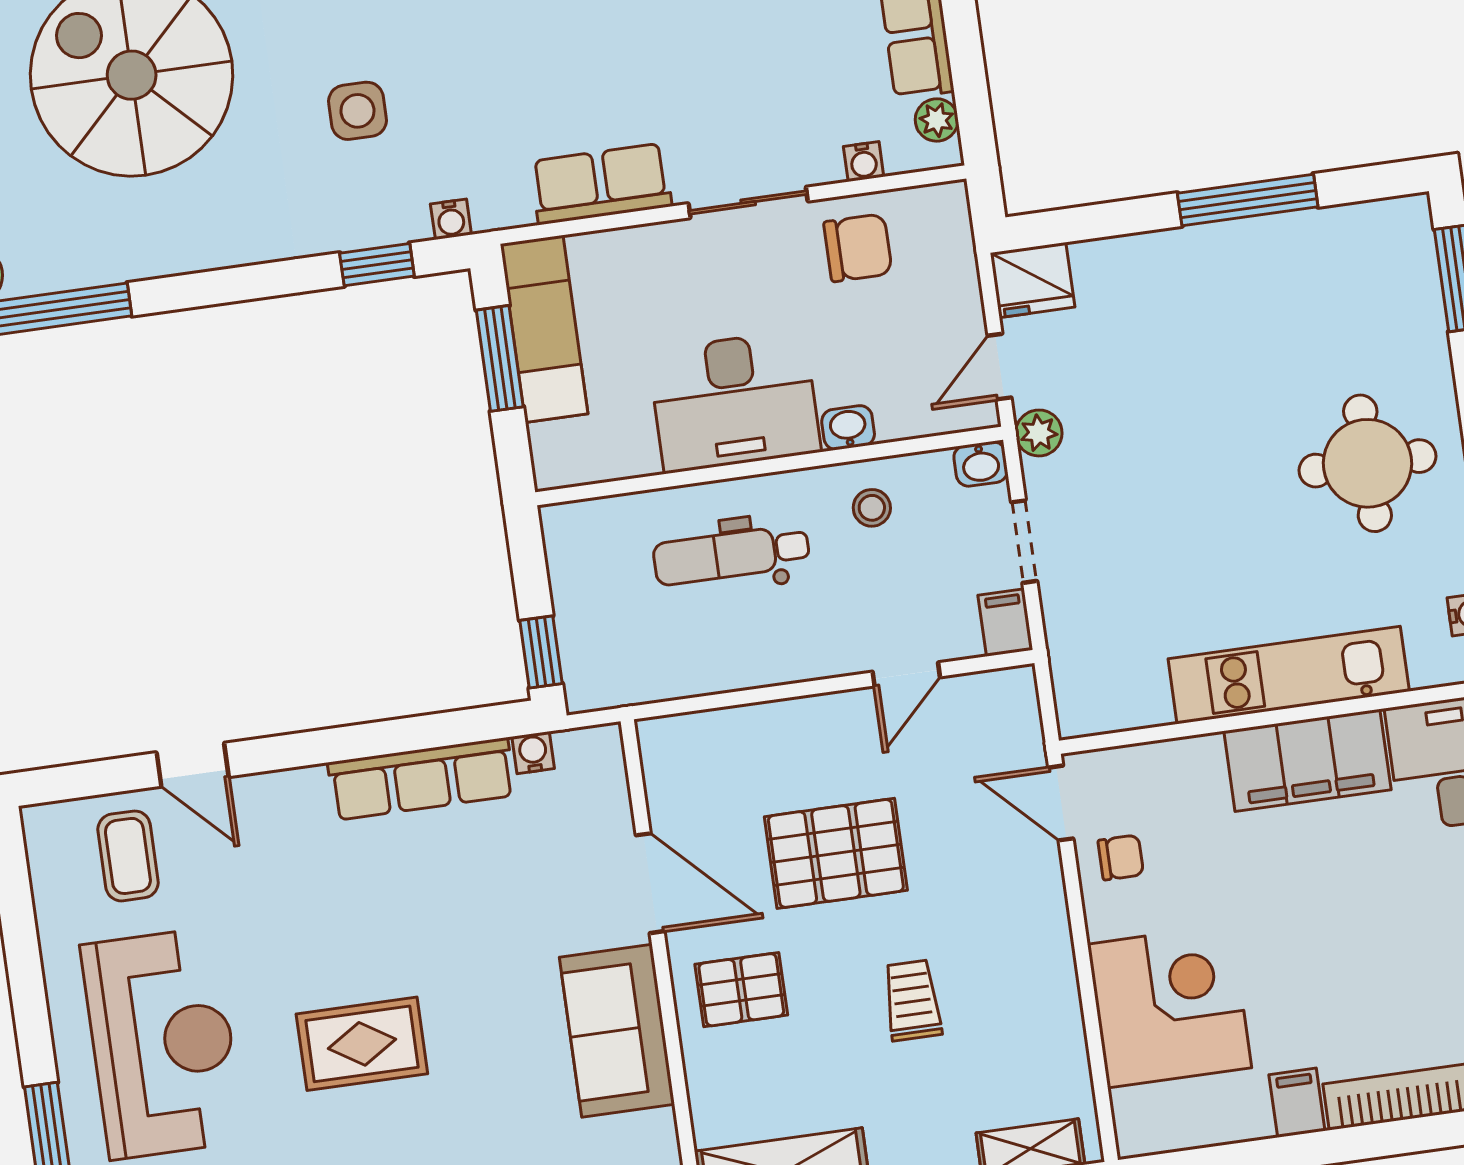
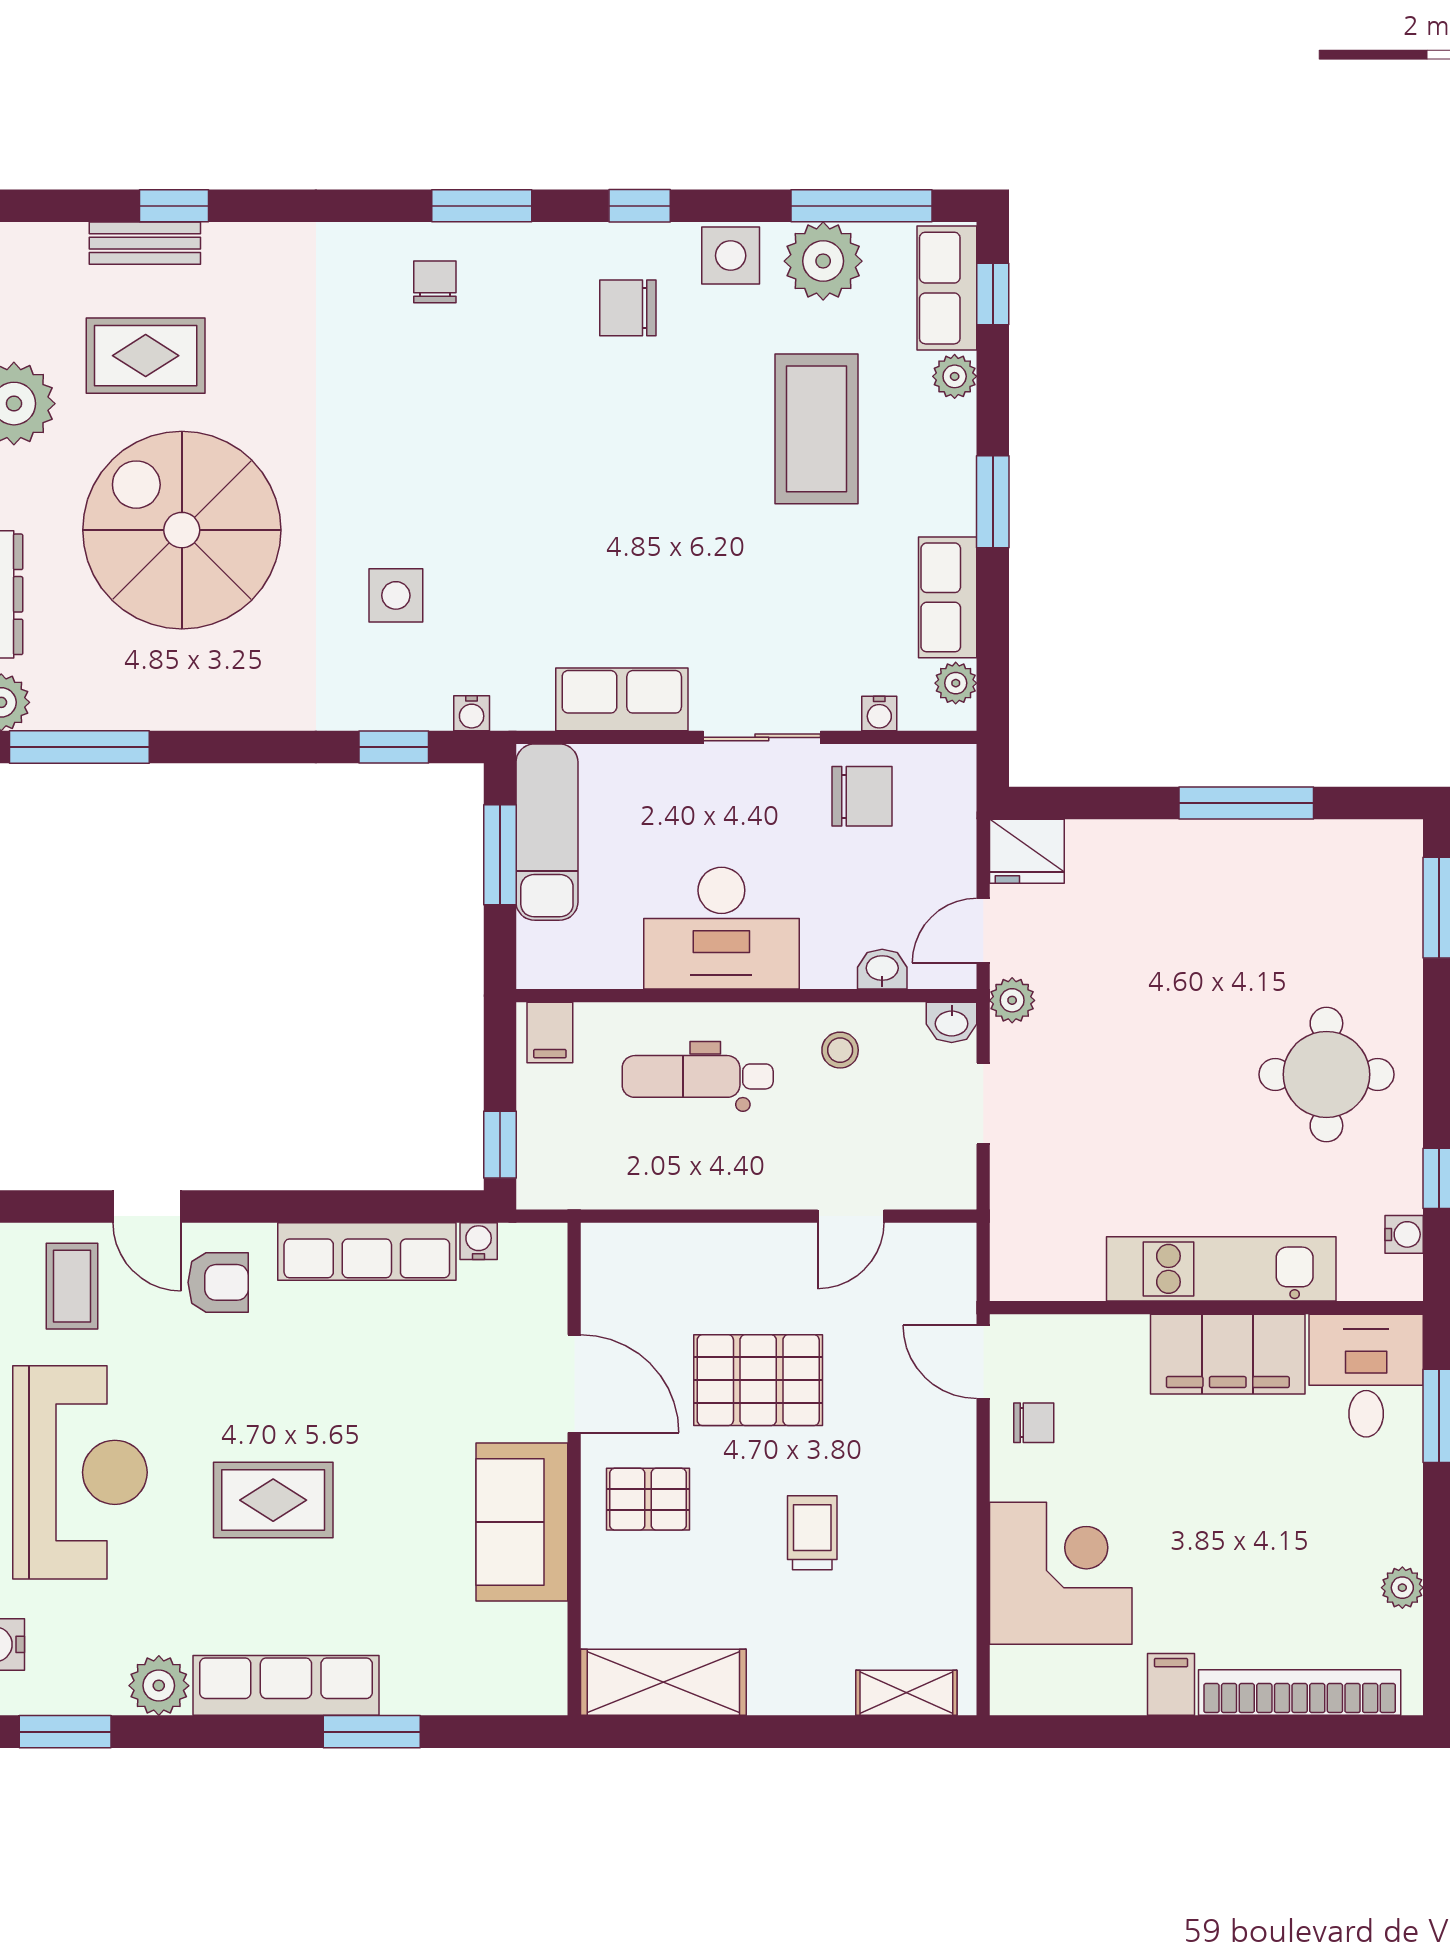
washbasin: (848, 428) -> (882, 969), moved
filing cabinet: (1005, 623) -> (550, 1032), moved, turned 180
armchair: (275, 831) -> (218, 1282), added

